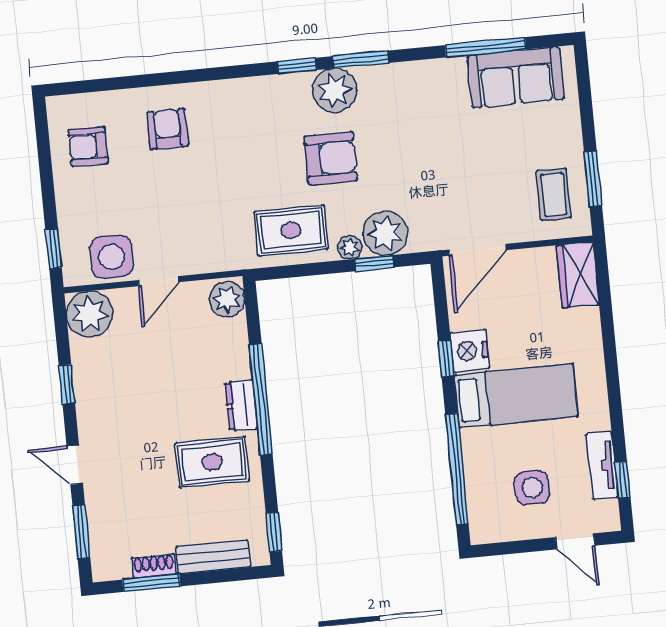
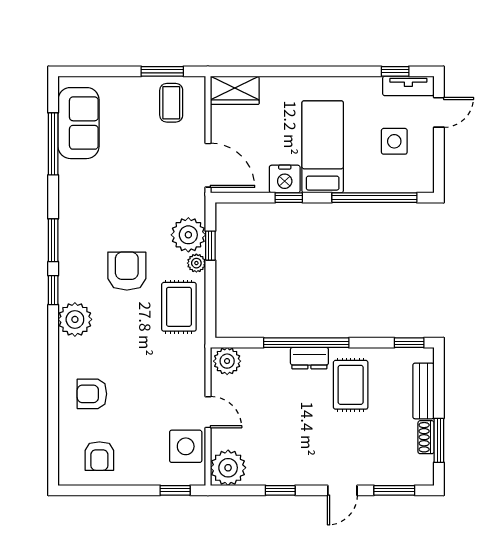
plant: (335, 90) -> (75, 319), moved
coffee table: (554, 194) -> (171, 103), turned 90
tv unit: (602, 466) -> (408, 86), moved

